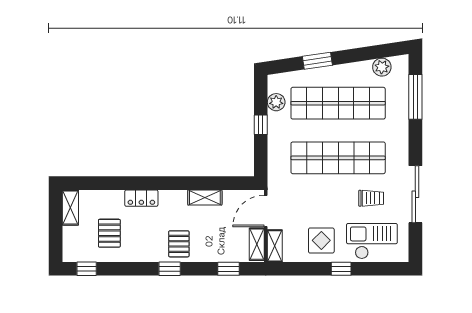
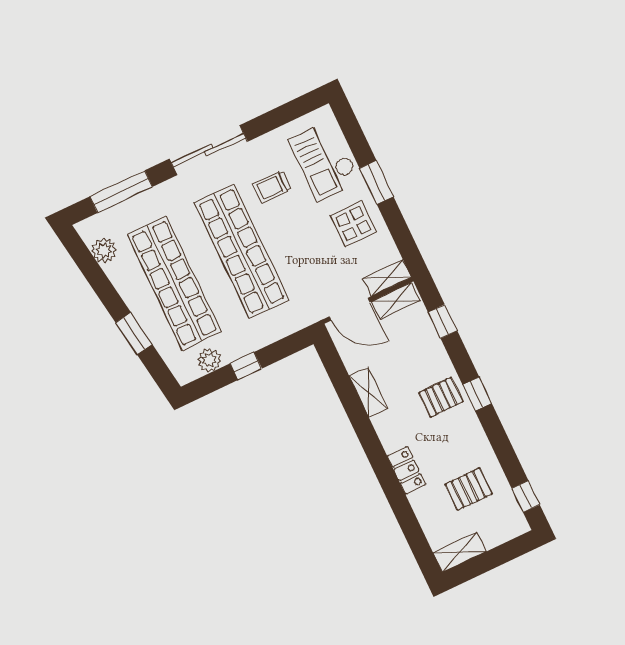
sliding door: (415, 194) -> (209, 150), moved
trolley: (371, 198) -> (272, 187), turned -90
window: (341, 269) -> (377, 182), width x1.50

